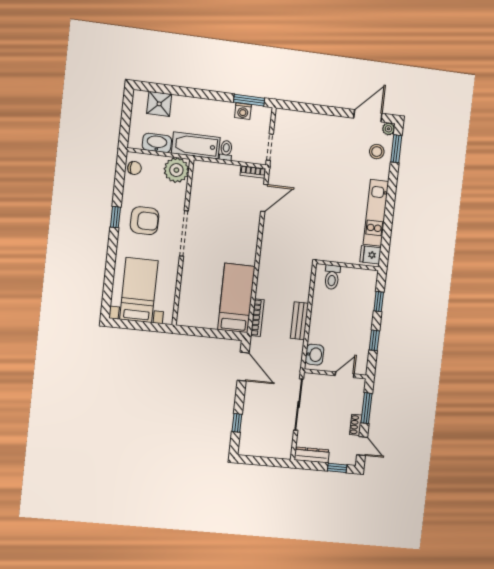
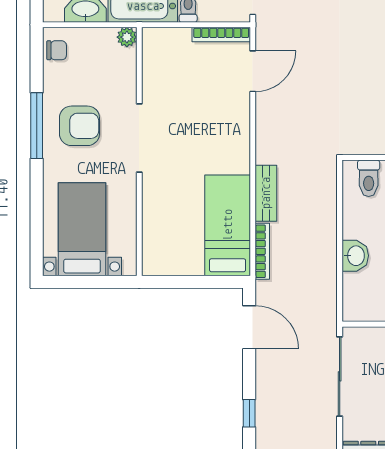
plant: (176, 170) -> (127, 37), width x0.53, depth x0.53
bookcase: (253, 172) -> (221, 35), width x1.56
window: (115, 217) -> (37, 126), width x2.17
bench: (299, 321) -> (266, 193), moved
washbasin: (314, 355) -> (355, 256), moved

